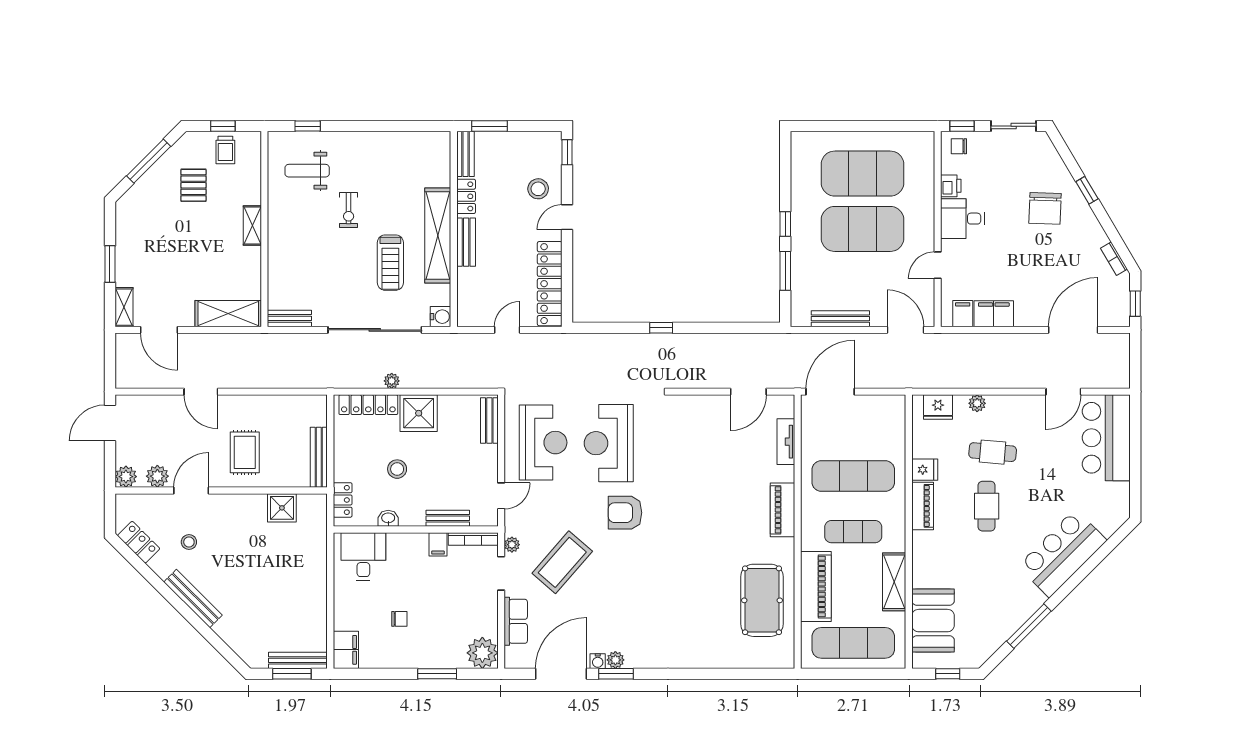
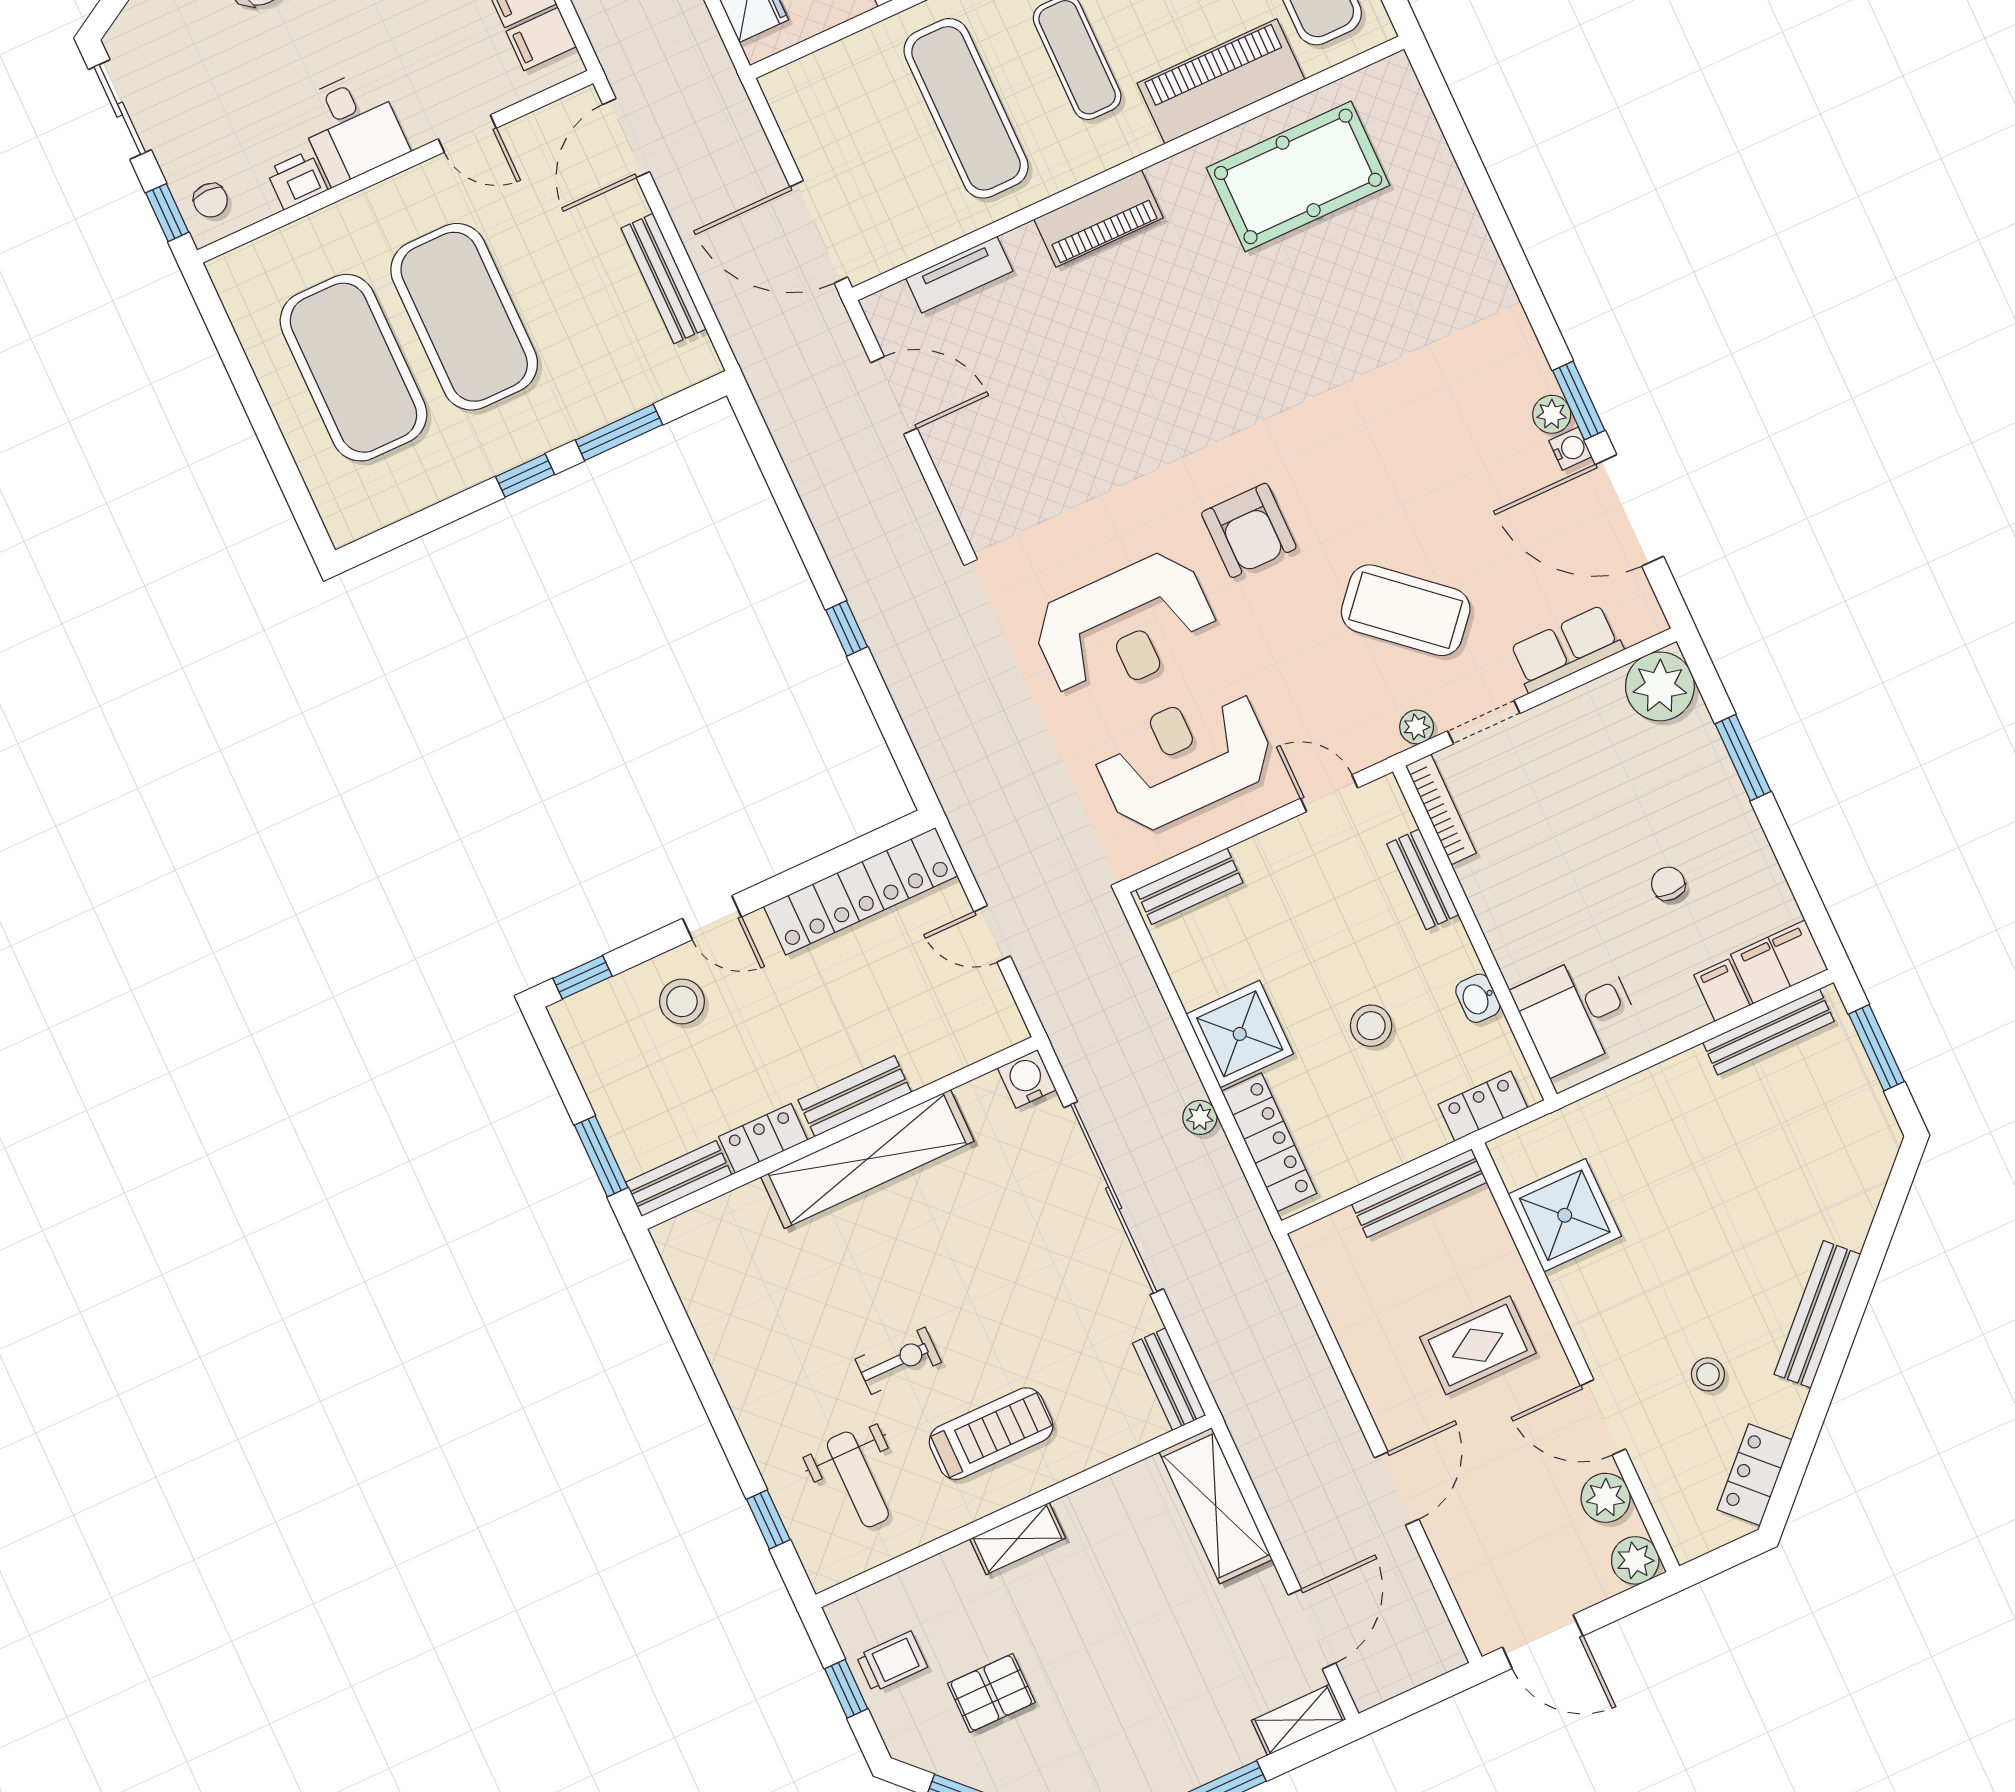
treadmill: (390, 263) -> (991, 1434), moved
shower: (282, 508) -> (1565, 1215), width x1.36, depth x1.36
filing cabinet: (438, 544) -> (1722, 990), moved, turned -90
bench: (298, 660) -> (1768, 1032), moved, turned 90

